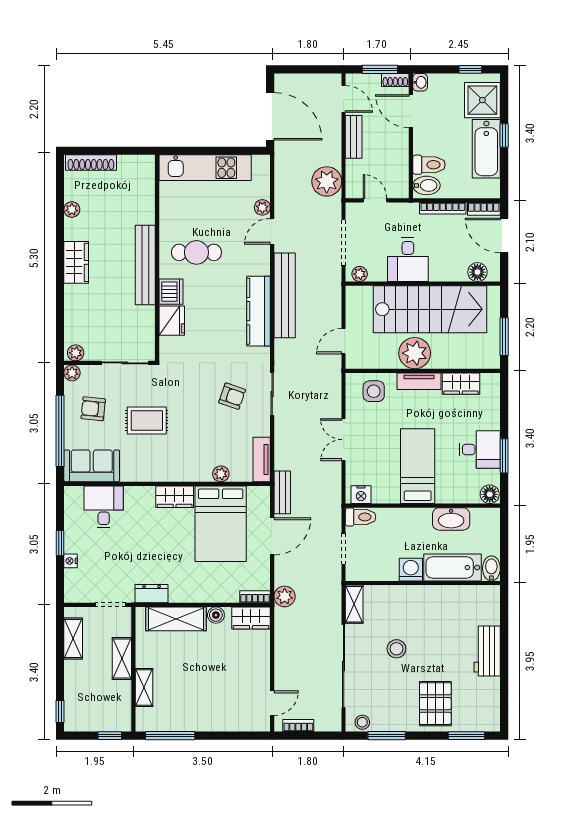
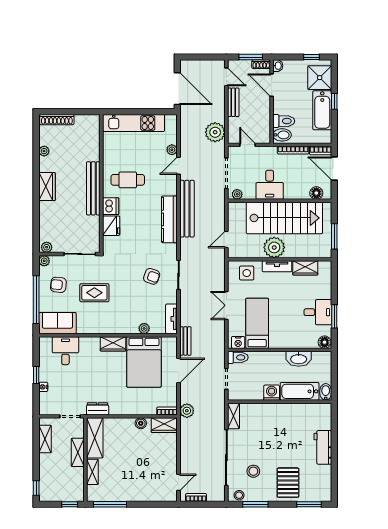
bed: (418, 466) -> (257, 323), moved
shelving: (176, 619) -> (95, 438), moved, turned 90
stool: (396, 649) -> (253, 471), moved

